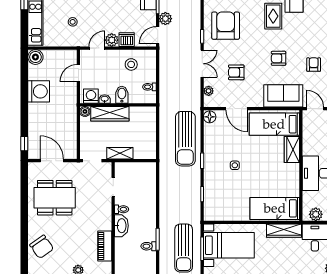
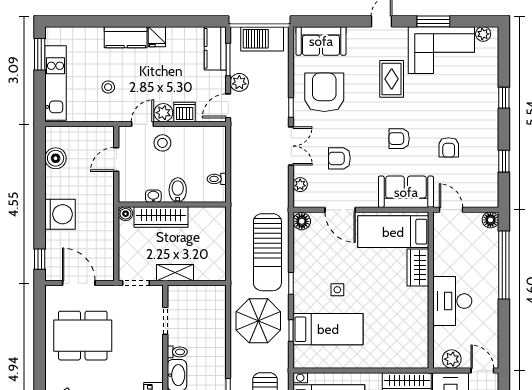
boiler: (35, 57) -> (56, 158), moved
stool: (131, 64) -> (162, 143), moved
armchair: (314, 65) -> (449, 147), turned 180
washing machine: (39, 91) -> (60, 214), moved
washing machine: (91, 96) -> (134, 192), removed
parasol: (179, 187) -> (258, 321), added
bed: (275, 208) -> (328, 329), moved, turned 180

